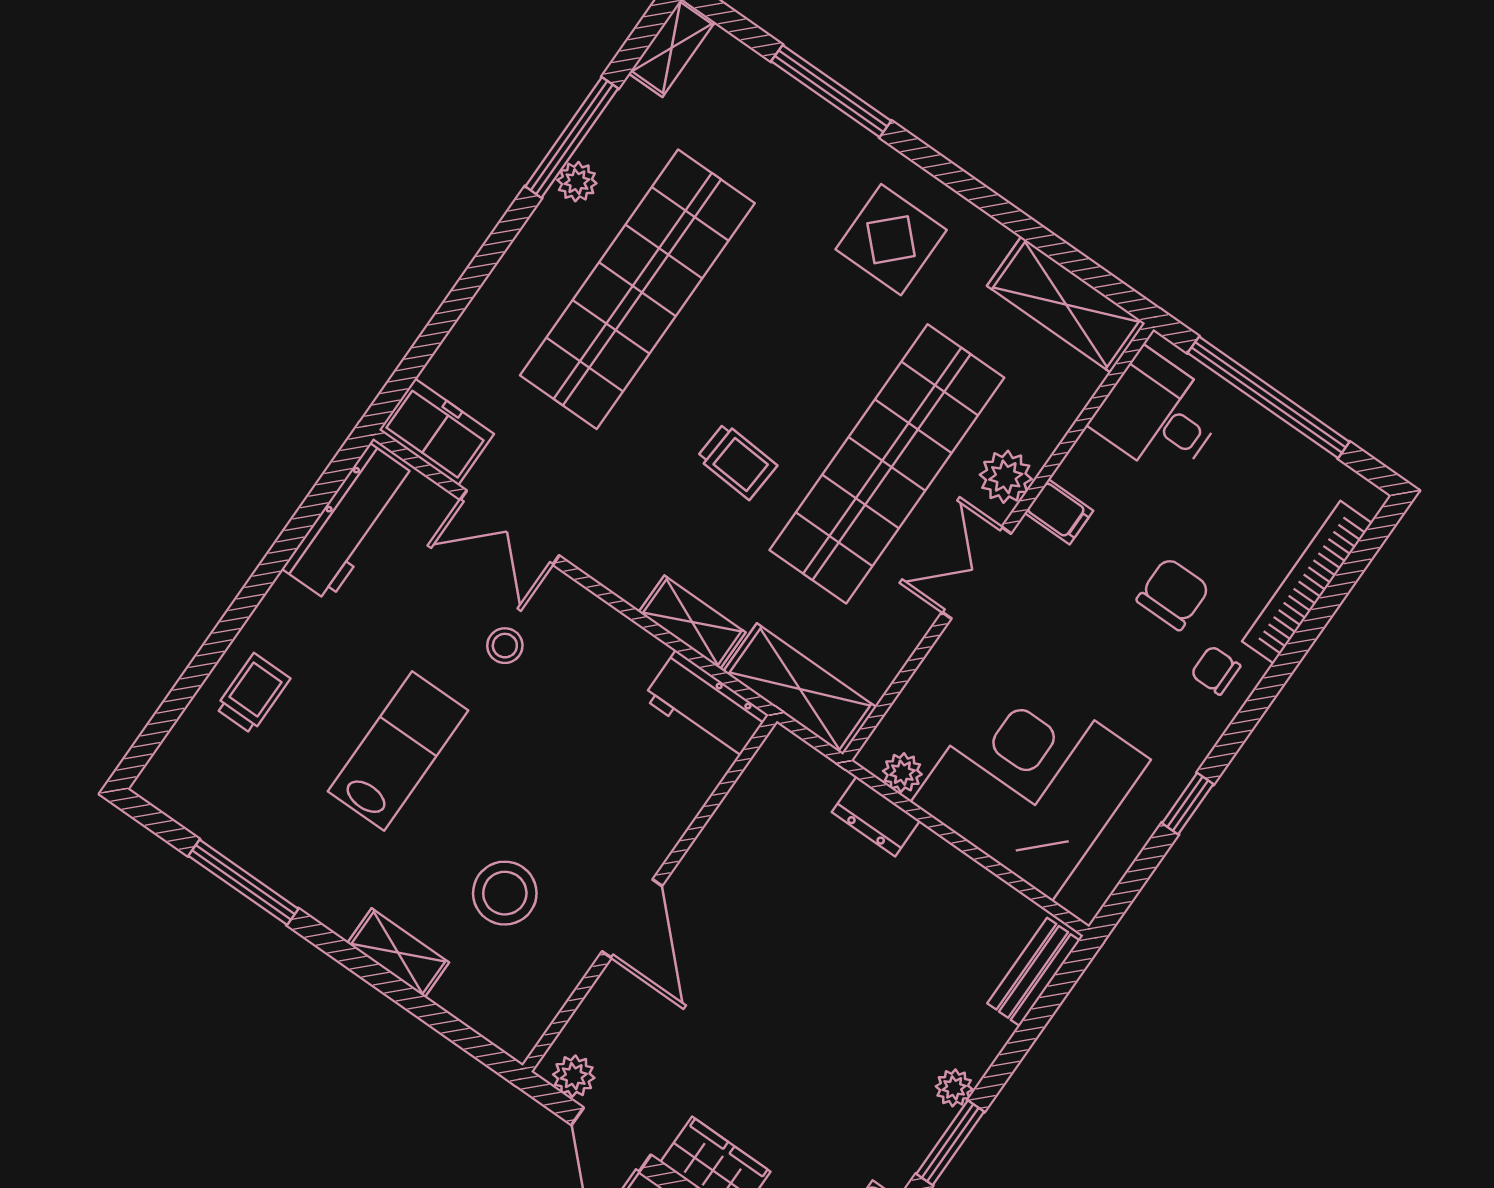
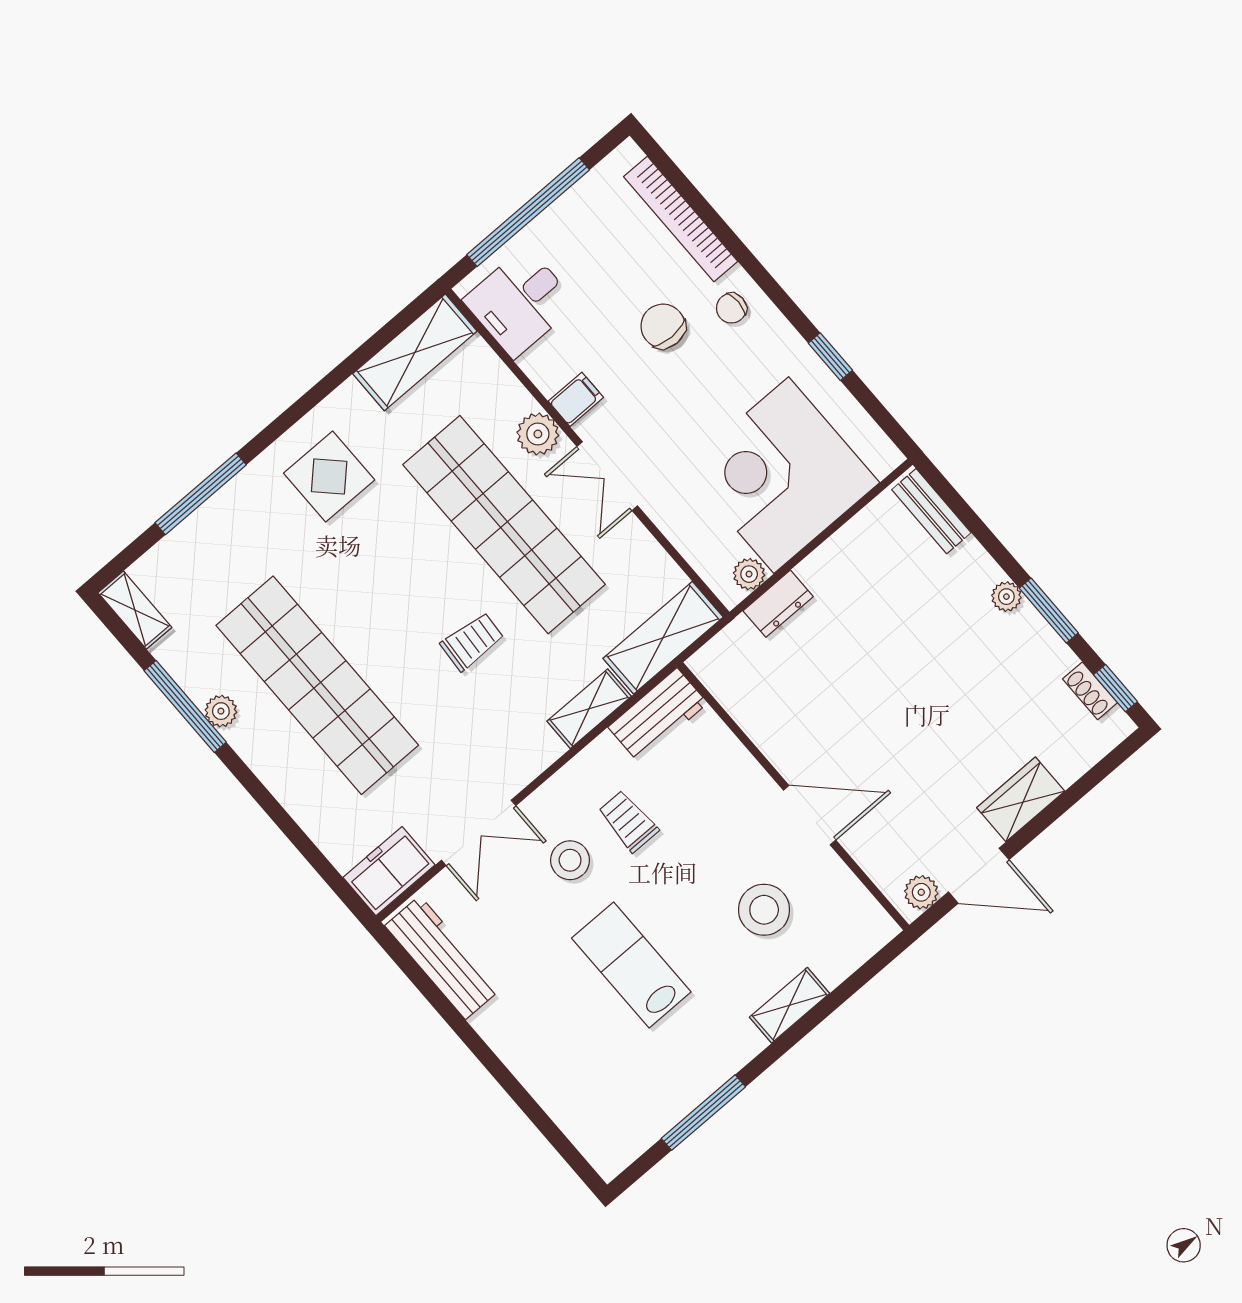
stool: (505, 646) -> (570, 860), width x1.37, depth x1.37
trolley: (253, 693) -> (628, 821), moved

